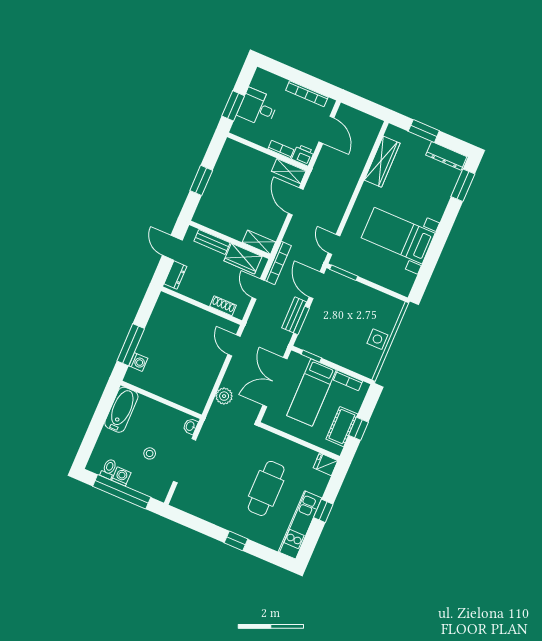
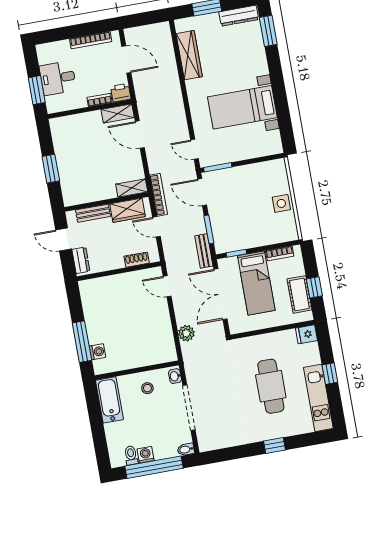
bench: (294, 315) -> (204, 251), moved
stool: (150, 453) -> (147, 388), moved
bidet: (159, 494) -> (186, 449), added

